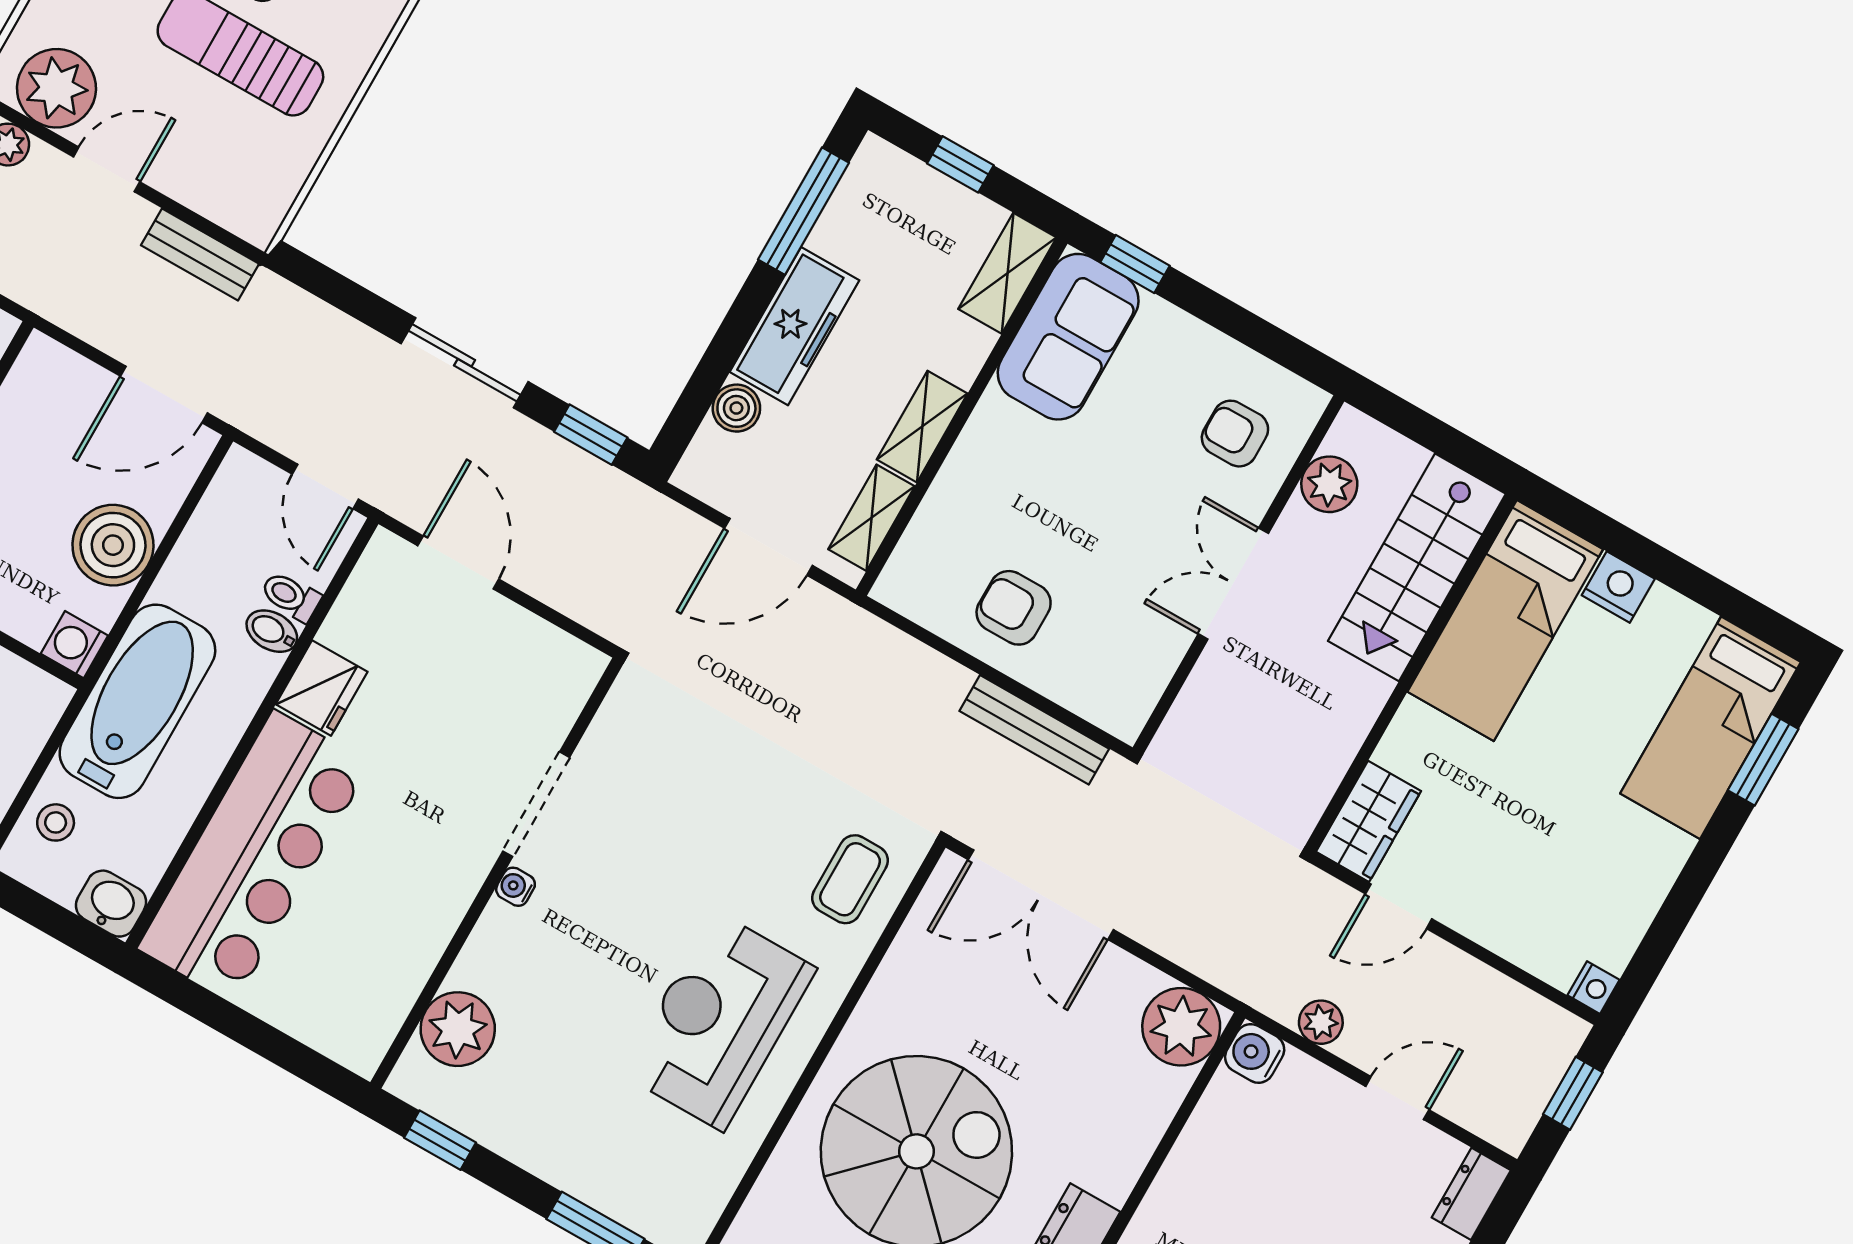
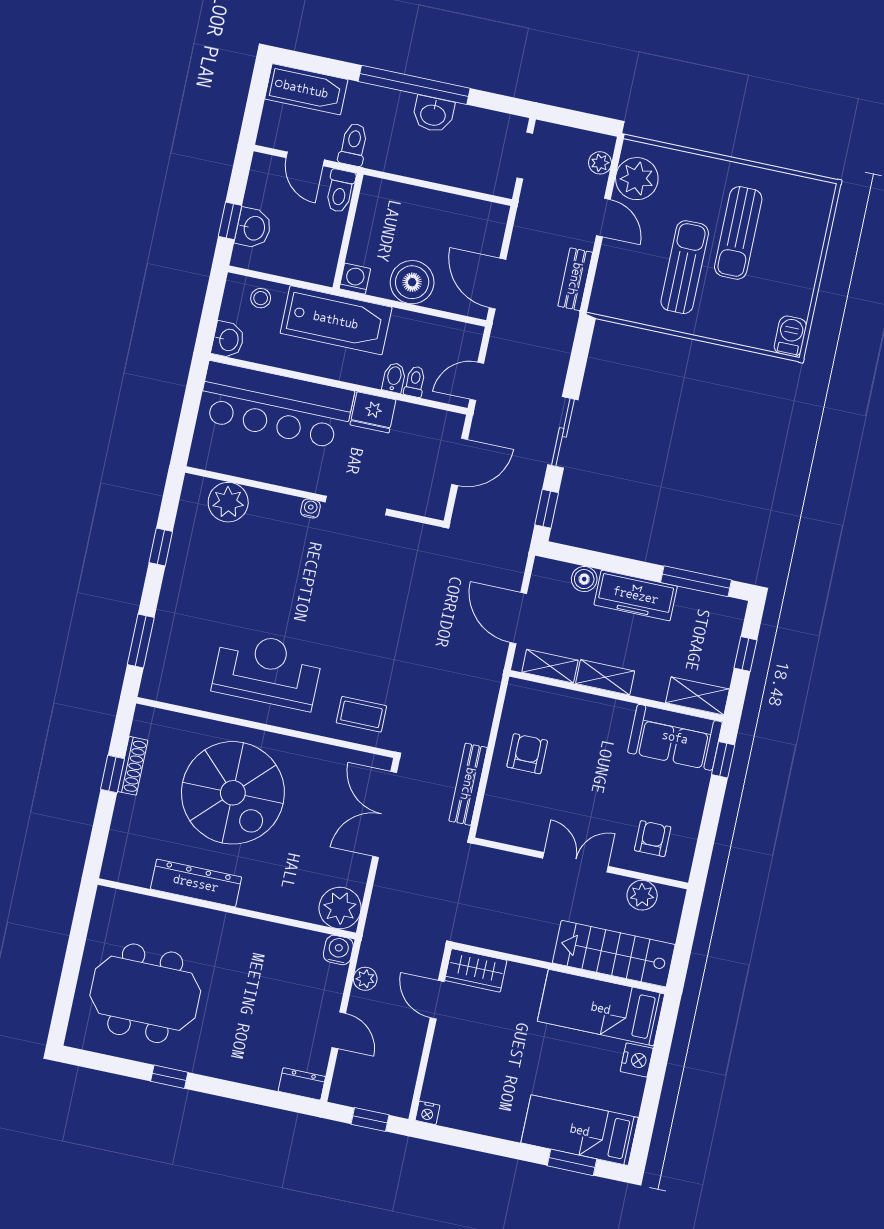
doorway: (536, 804) -> (356, 506), moved
wall: (497, 873) -> (314, 497), moved
water cooler: (516, 887) -> (310, 509), moved
plant: (458, 1029) -> (228, 502), moved

